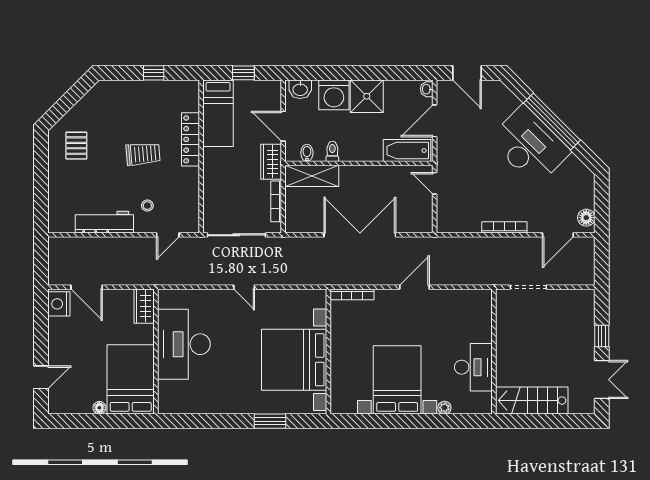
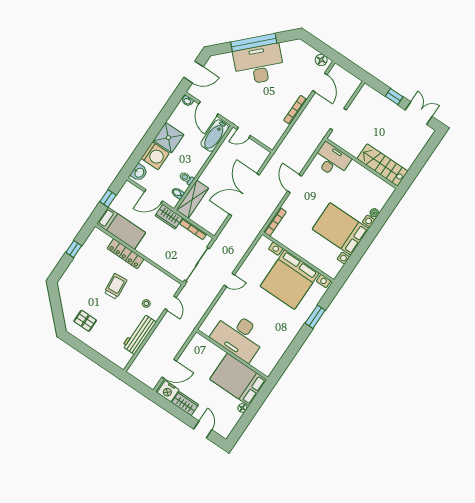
wardrobe: (144, 306) -> (185, 404), moved, turned 180
desk: (473, 367) -> (332, 160), moved
stairs: (532, 401) -> (382, 165), moved, turned 90

